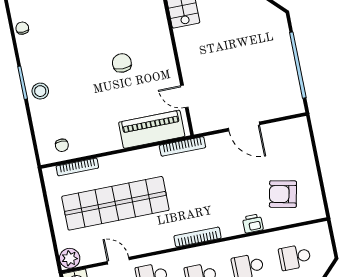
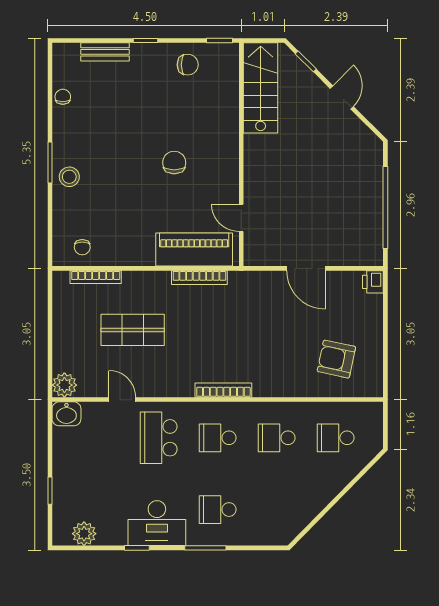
bookcase: (182, 146) -> (199, 278), moved
shop shelf: (115, 203) -> (133, 330), width x0.50, depth x0.74
printer: (253, 223) -> (373, 282), moved, turned -90

